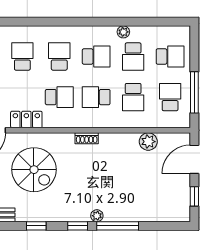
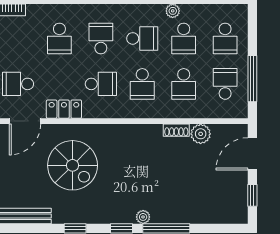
school desk: (22, 57) -> (59, 38), turned 180
school desk: (170, 57) -> (225, 38), turned 90
school desk: (96, 97) -> (142, 84), turned -90
shoe rack: (87, 138) -> (176, 130), moved

